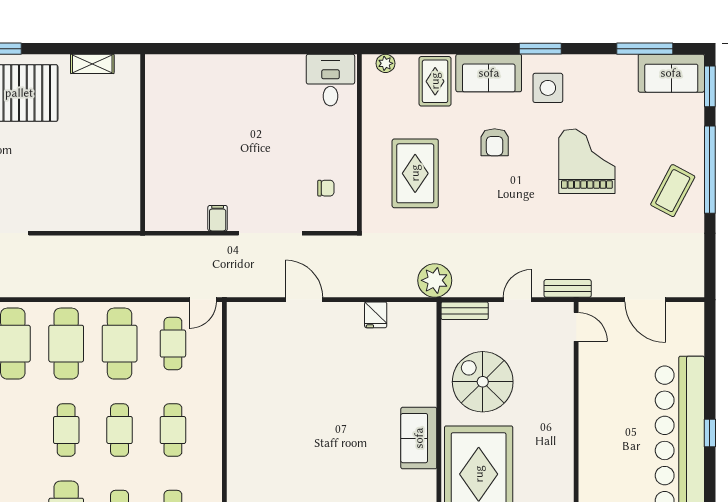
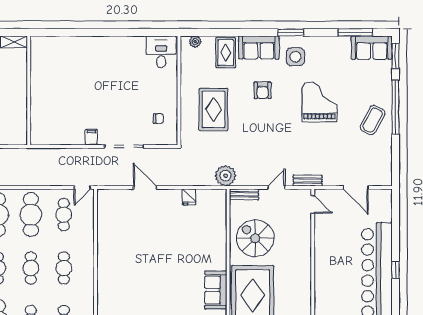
wall: (143, 143) -> (29, 90), moved
sofa: (419, 438) -> (216, 290), moved

